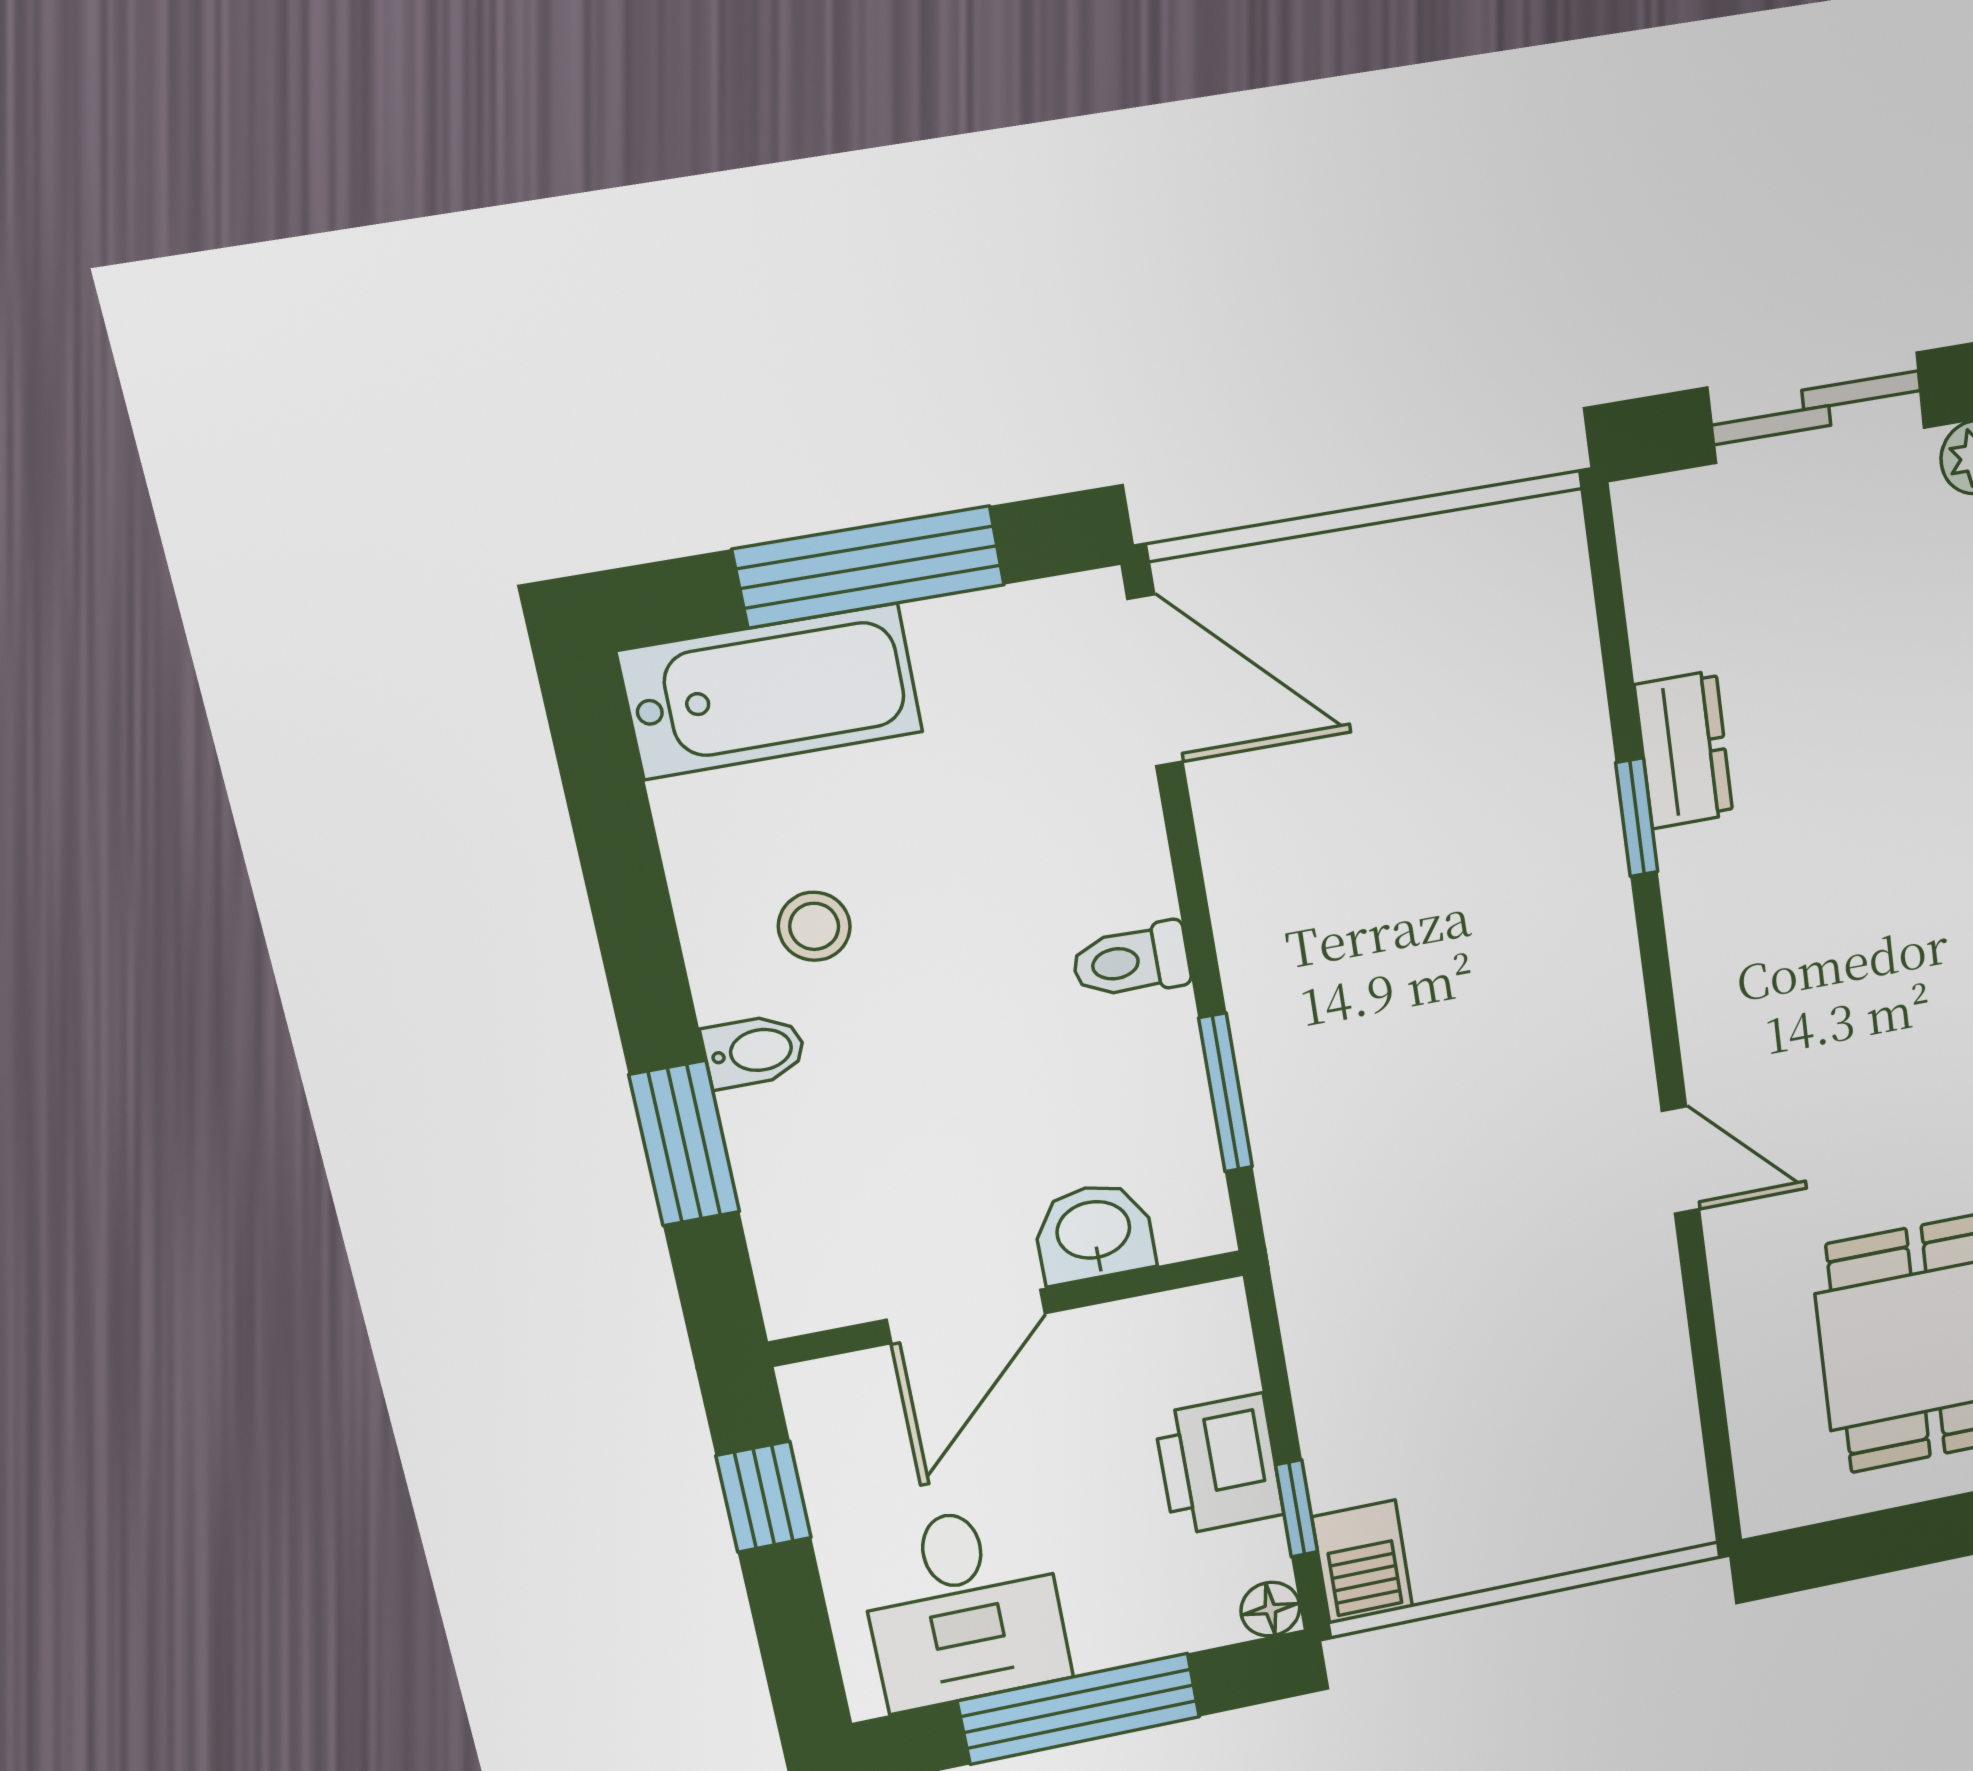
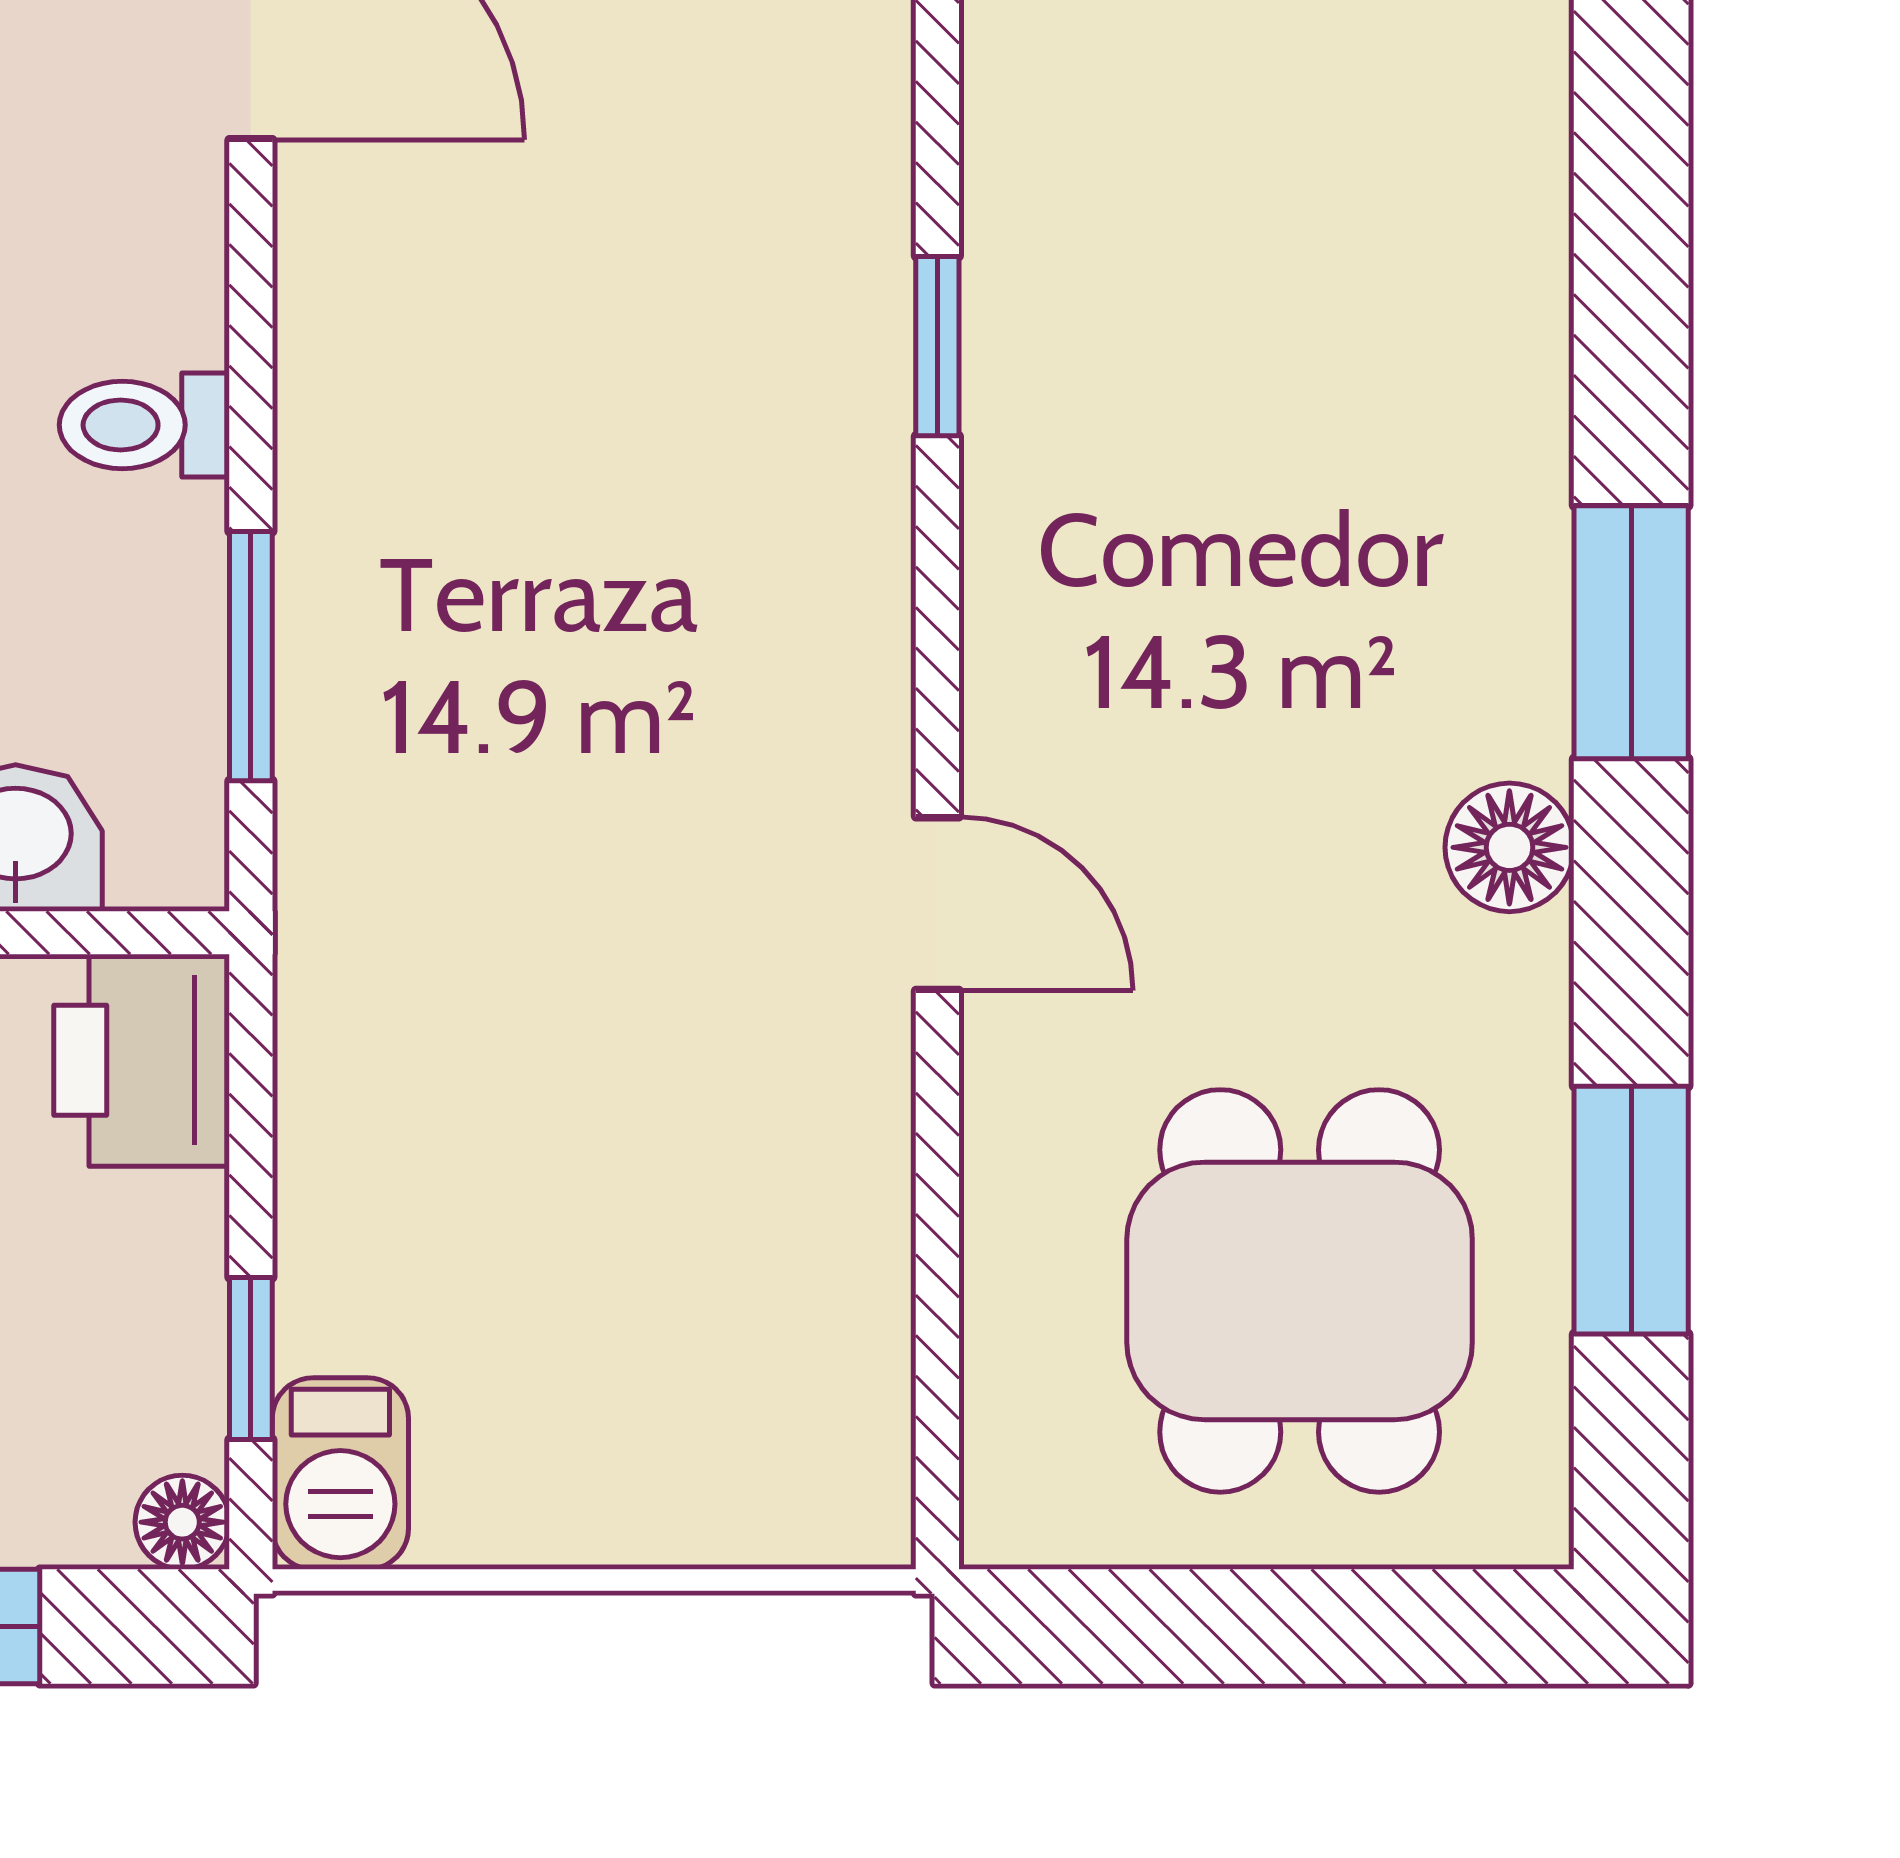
dresser: (1684, 750) -> (1022, 256), removed
printer: (1219, 1465) -> (142, 1060), moved

